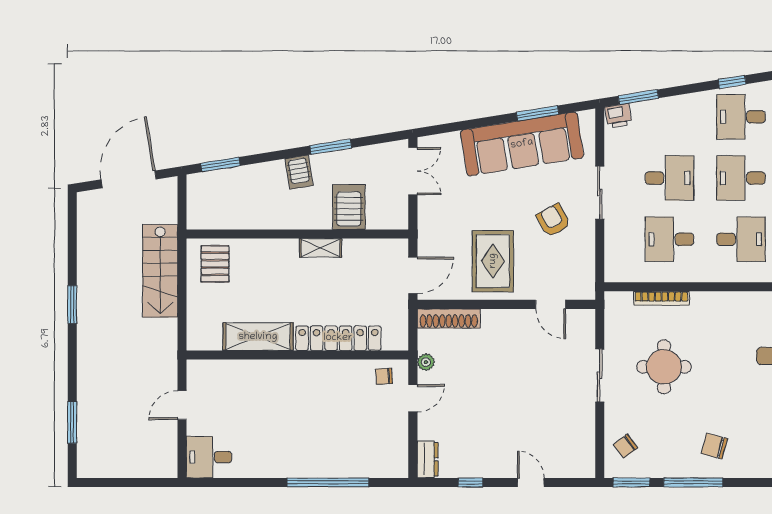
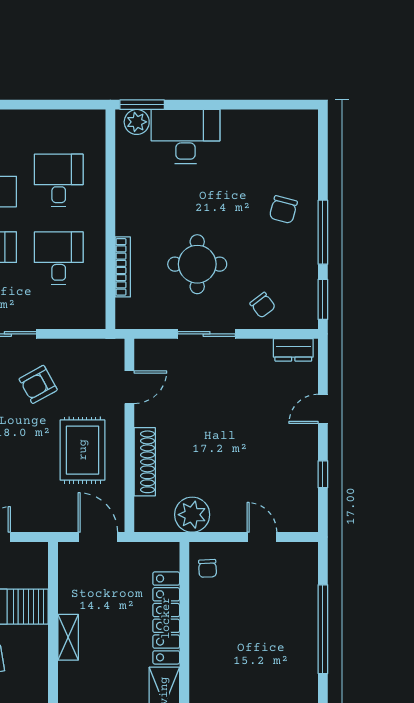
desk: (669, 239) -> (59, 258), turned 180
rug: (493, 261) -> (83, 450), turned 90
shoe rack: (449, 318) -> (145, 462), moved
plant: (426, 362) -> (192, 515), width x1.88, depth x1.88
door: (413, 398) -> (262, 537), moved
chair: (625, 446) -> (263, 305), moved
dresser: (428, 459) -> (293, 350), moved, turned 180

